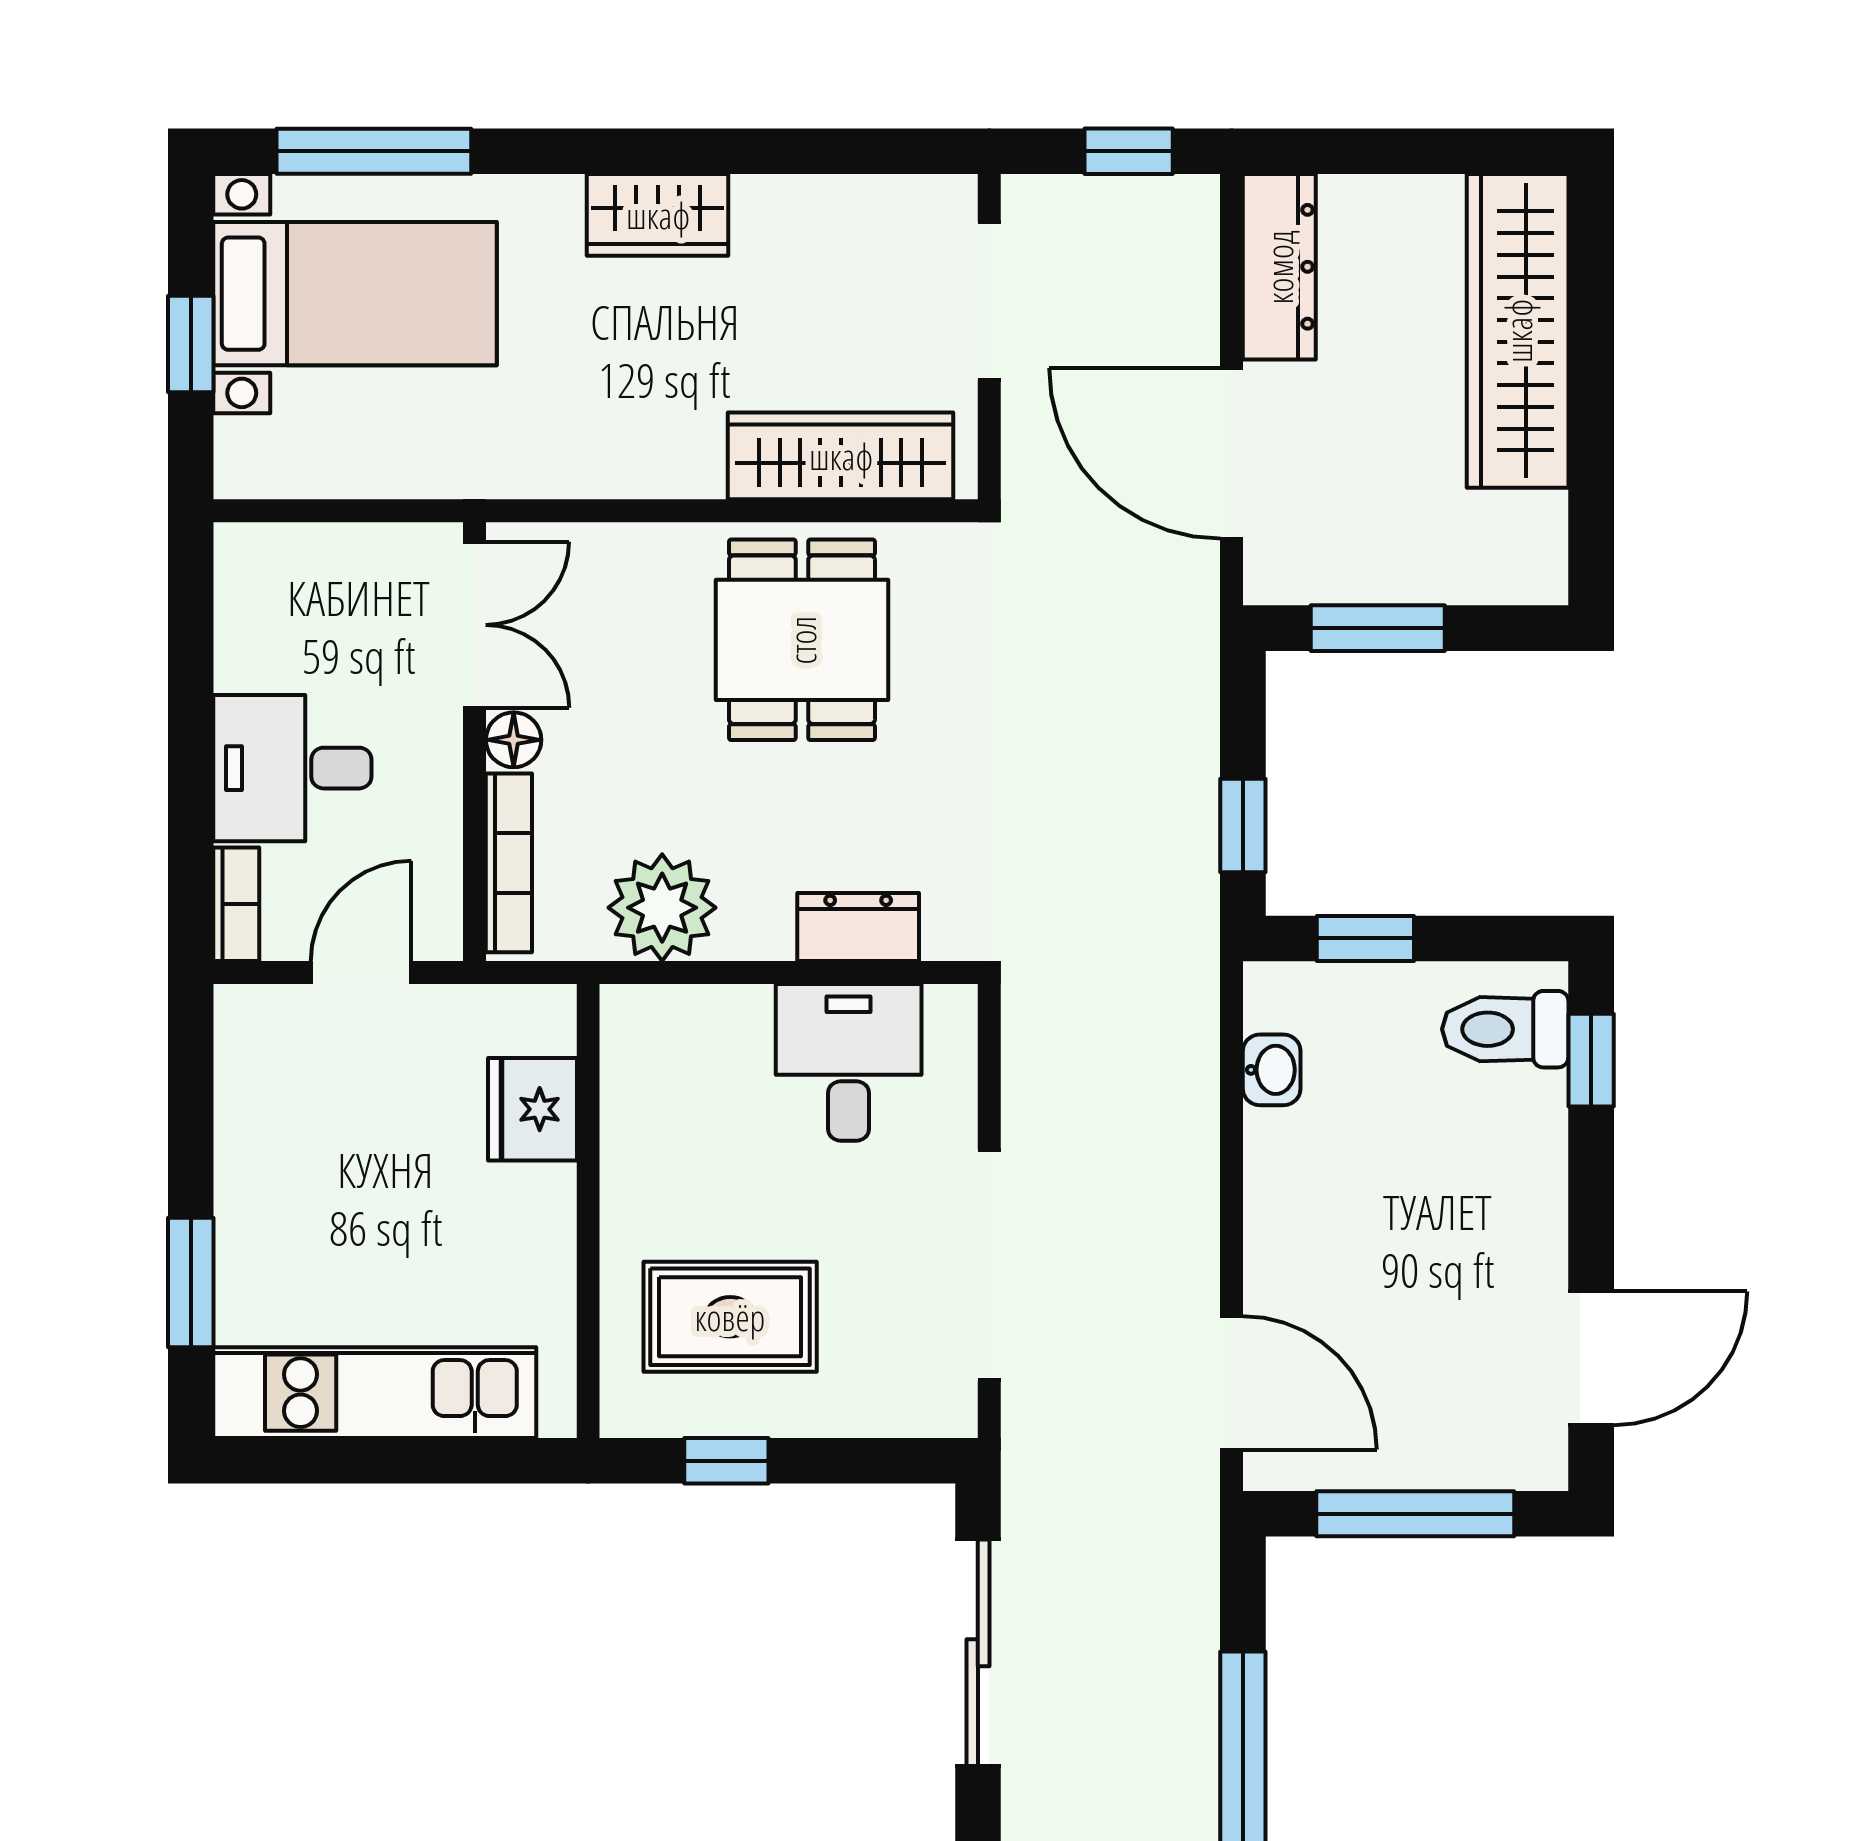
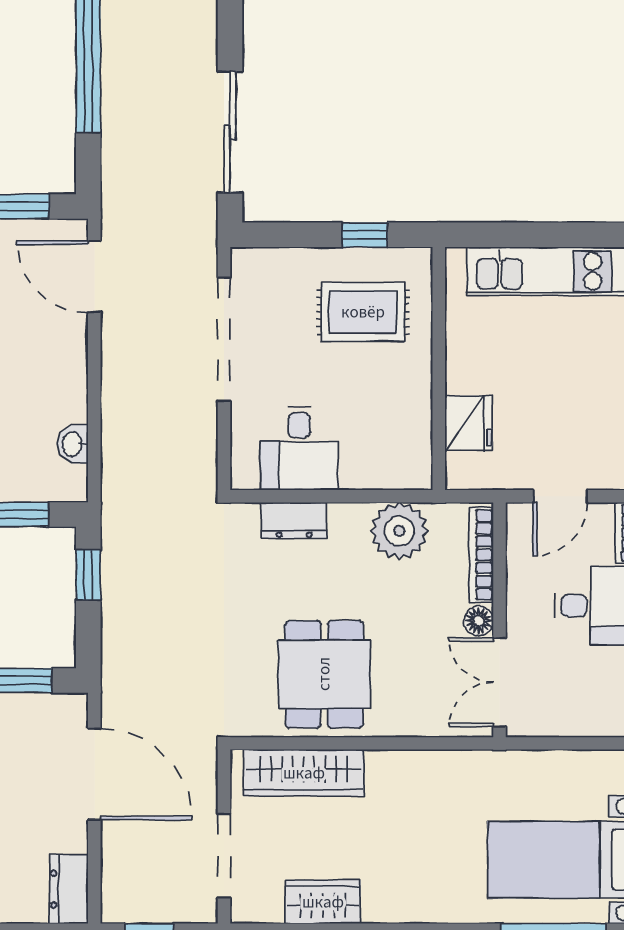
wardrobe: (658, 215) -> (323, 902), moved
dresser: (1279, 267) -> (69, 889), width x0.70

